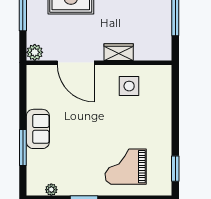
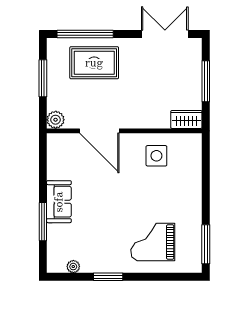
wardrobe: (119, 52) -> (186, 119), moved
window: (175, 169) -> (206, 244), width x1.44

